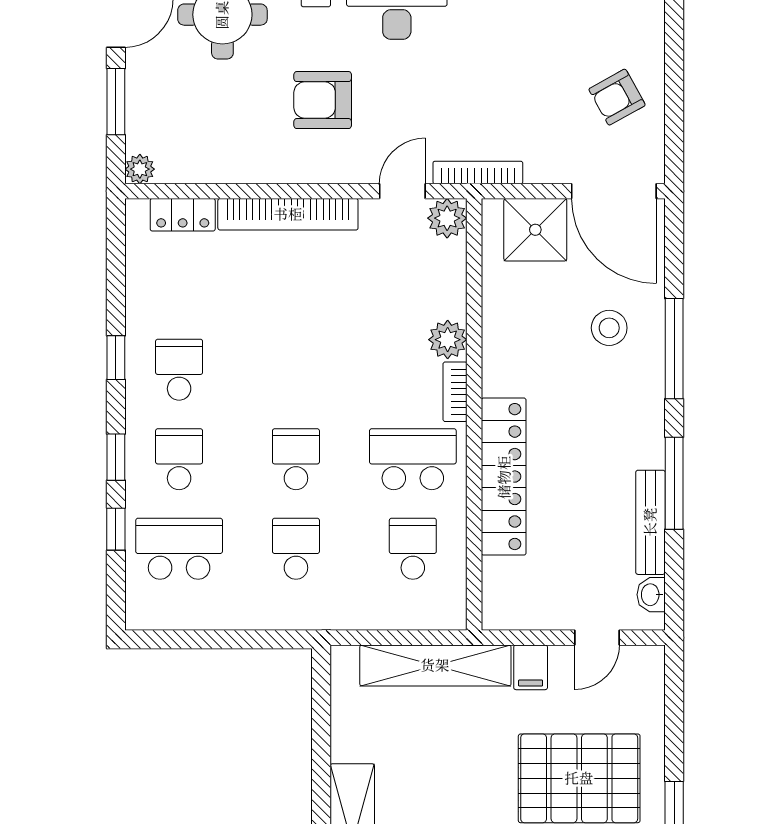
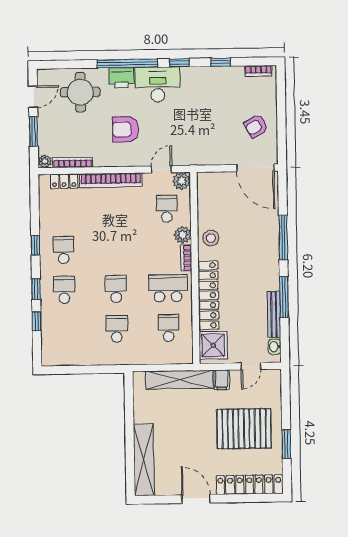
bookcase: (478, 172) -> (72, 162), moved
shower: (535, 230) -> (213, 345), moved
stool: (609, 328) -> (211, 238), moved
school desk: (179, 549) -> (167, 209), moved, width x0.54

